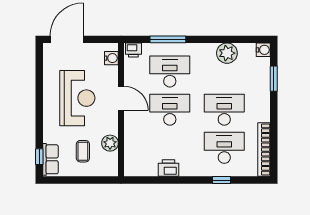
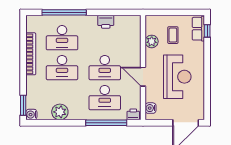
window: (168, 39) -> (106, 123), width x1.46
window: (274, 79) -> (23, 105), moved
reception desk: (77, 98) -> (177, 77), turned 180
bookcase: (264, 150) -> (31, 54), moved
window: (222, 180) -> (64, 12), width x3.17

